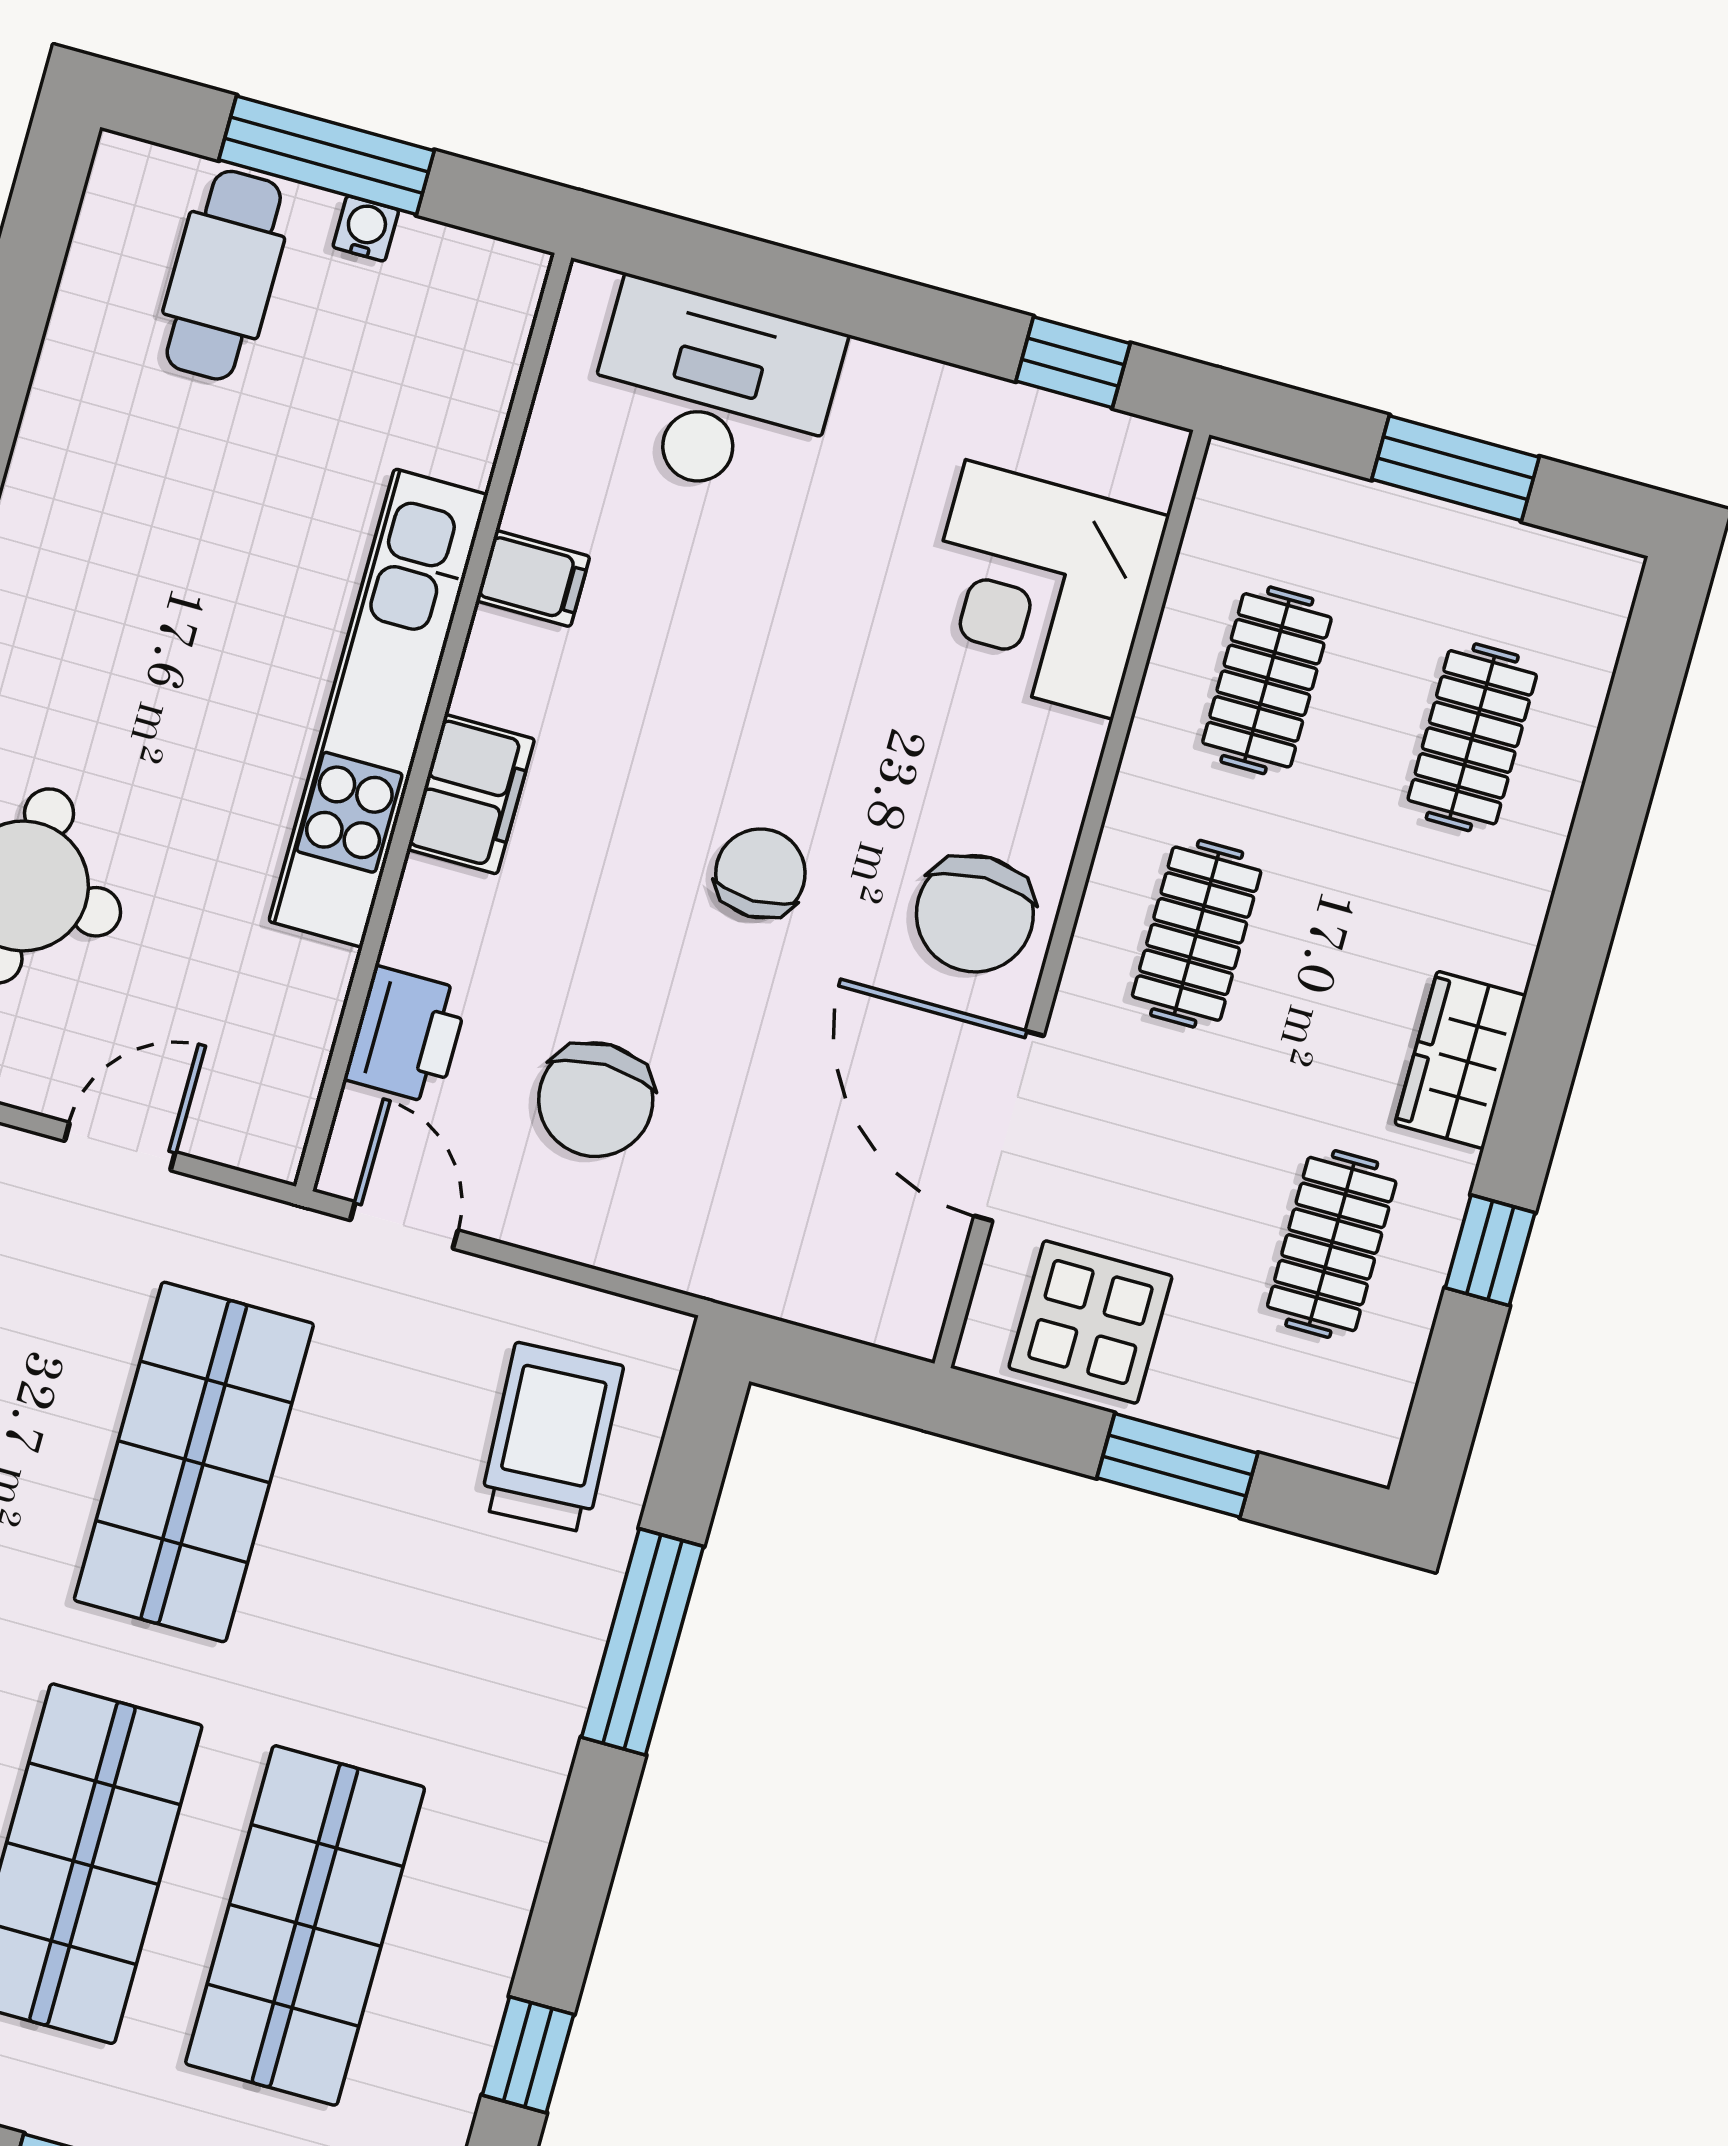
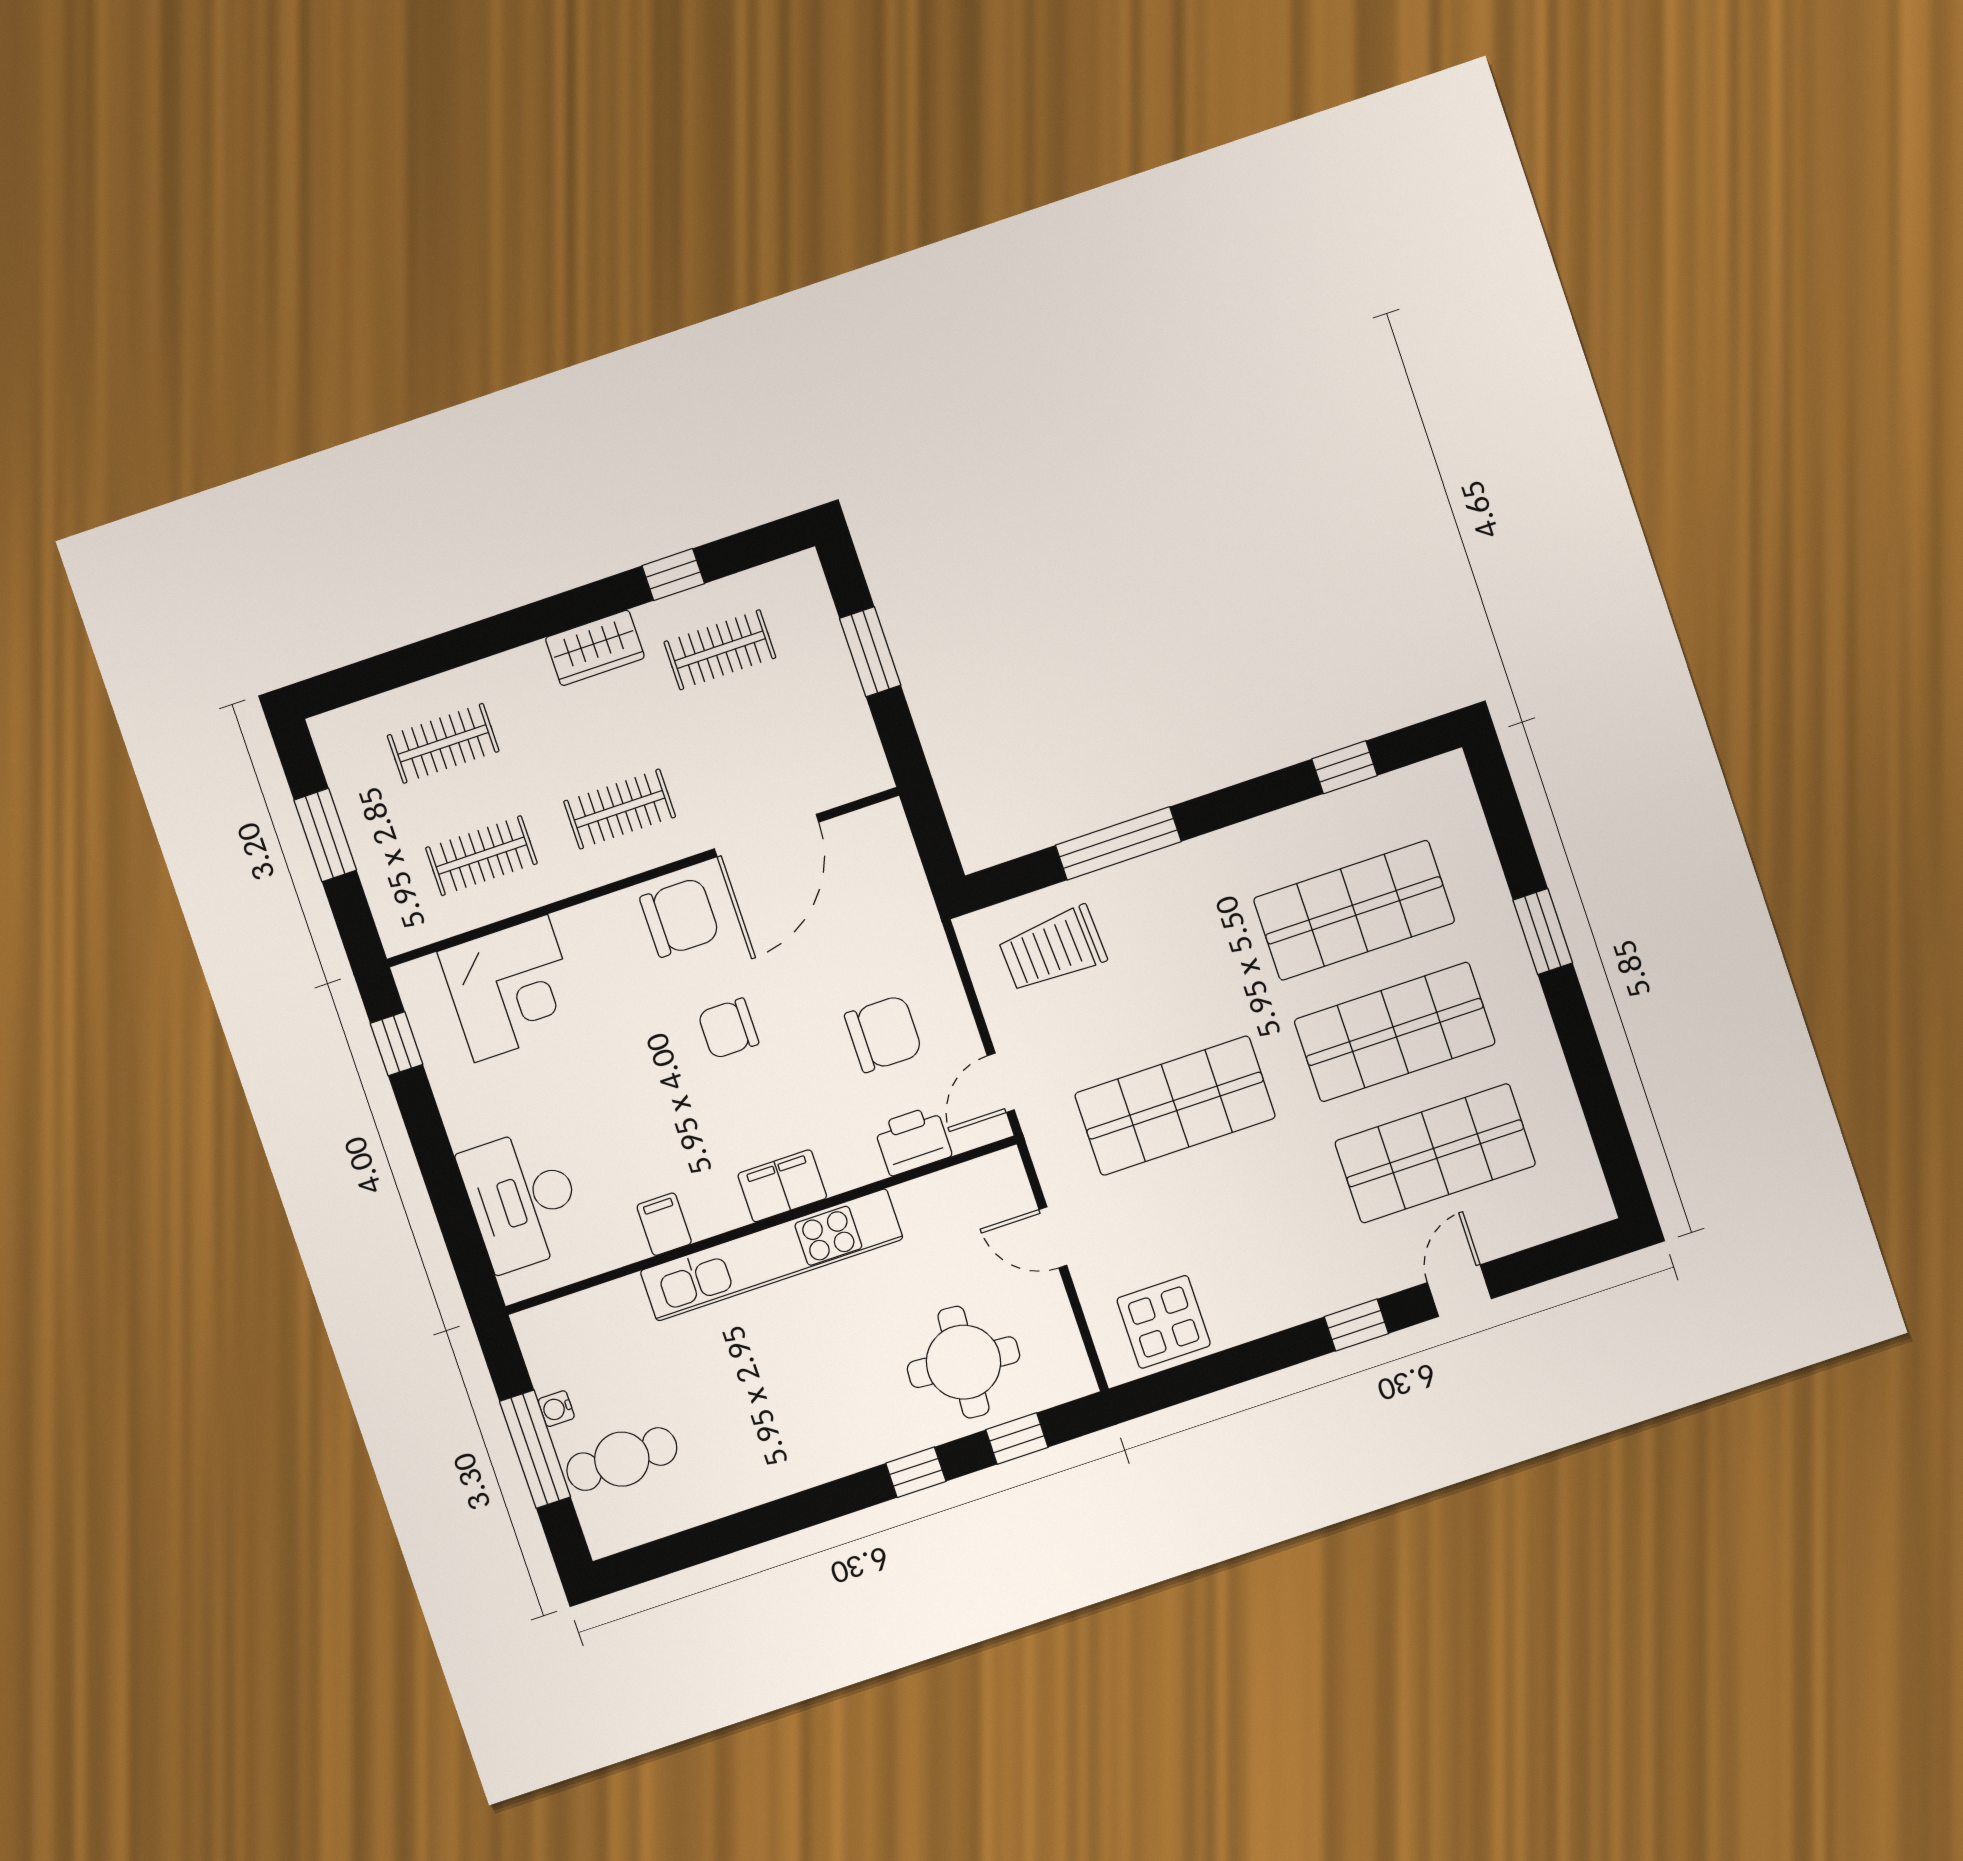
display table: (1090, 1322) -> (831, 737), removed

